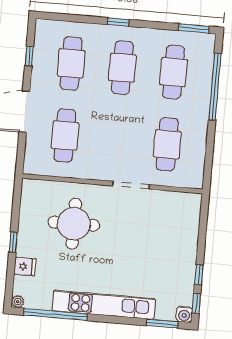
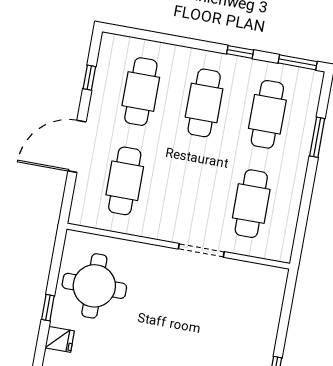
window: (118, 22) -> (240, 52), moved
window: (215, 87) -> (317, 137), width x0.47
round table: (74, 224) -> (94, 286), moved

